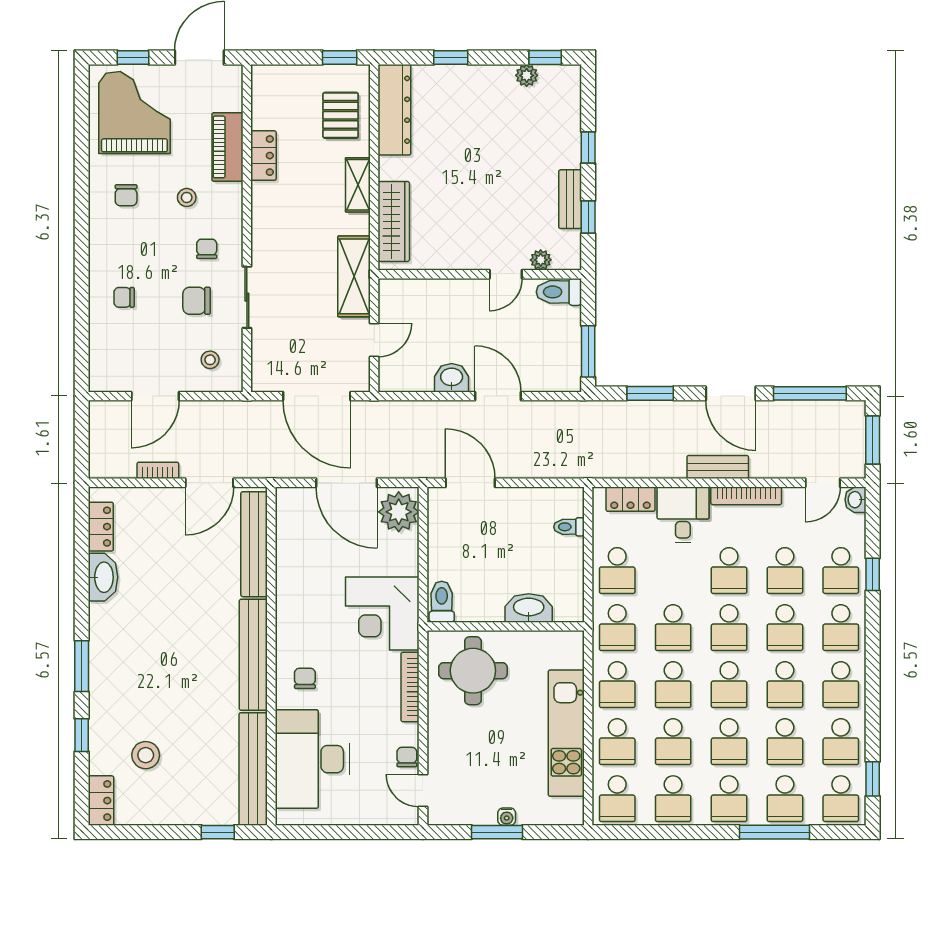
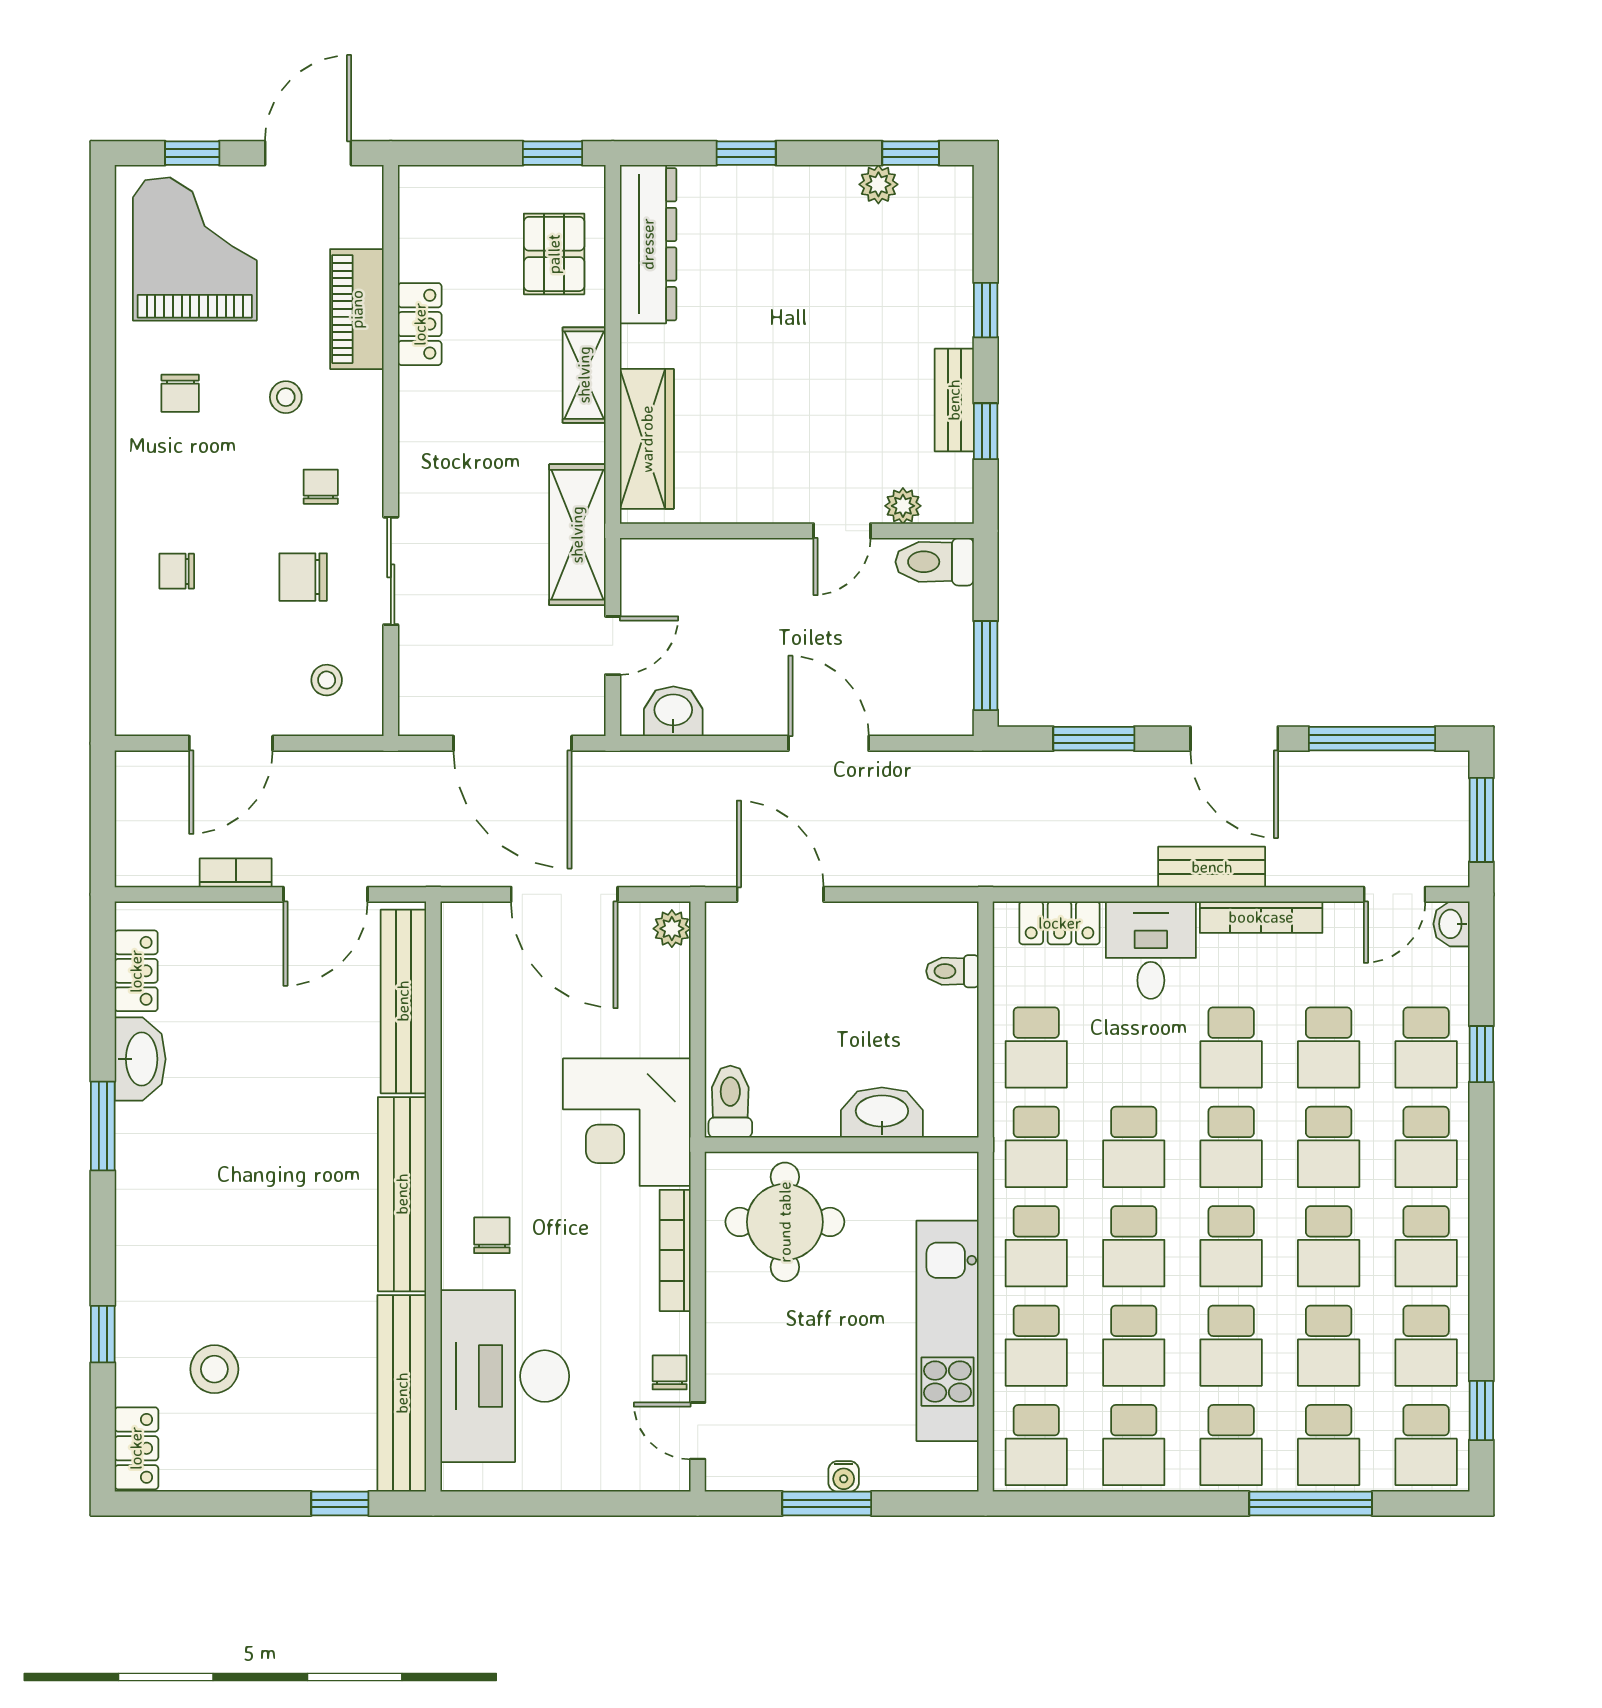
washbasin: (452, 378) -> (673, 711), moved
plant: (399, 512) -> (672, 929), width x0.53, depth x0.53
window: (82, 666) -> (103, 1126), moved

